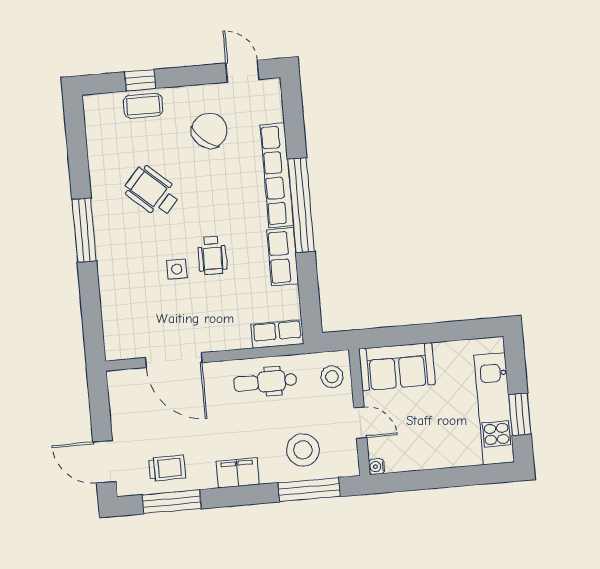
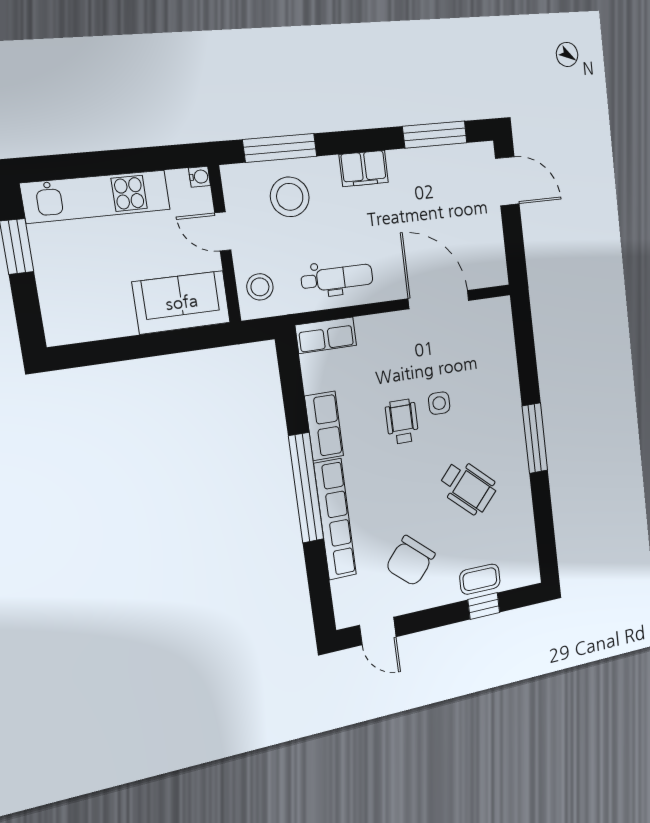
kitchen unit: (494, 409) -> (96, 196), moved, turned 90
trolley: (167, 468) -> (441, 174), removed

